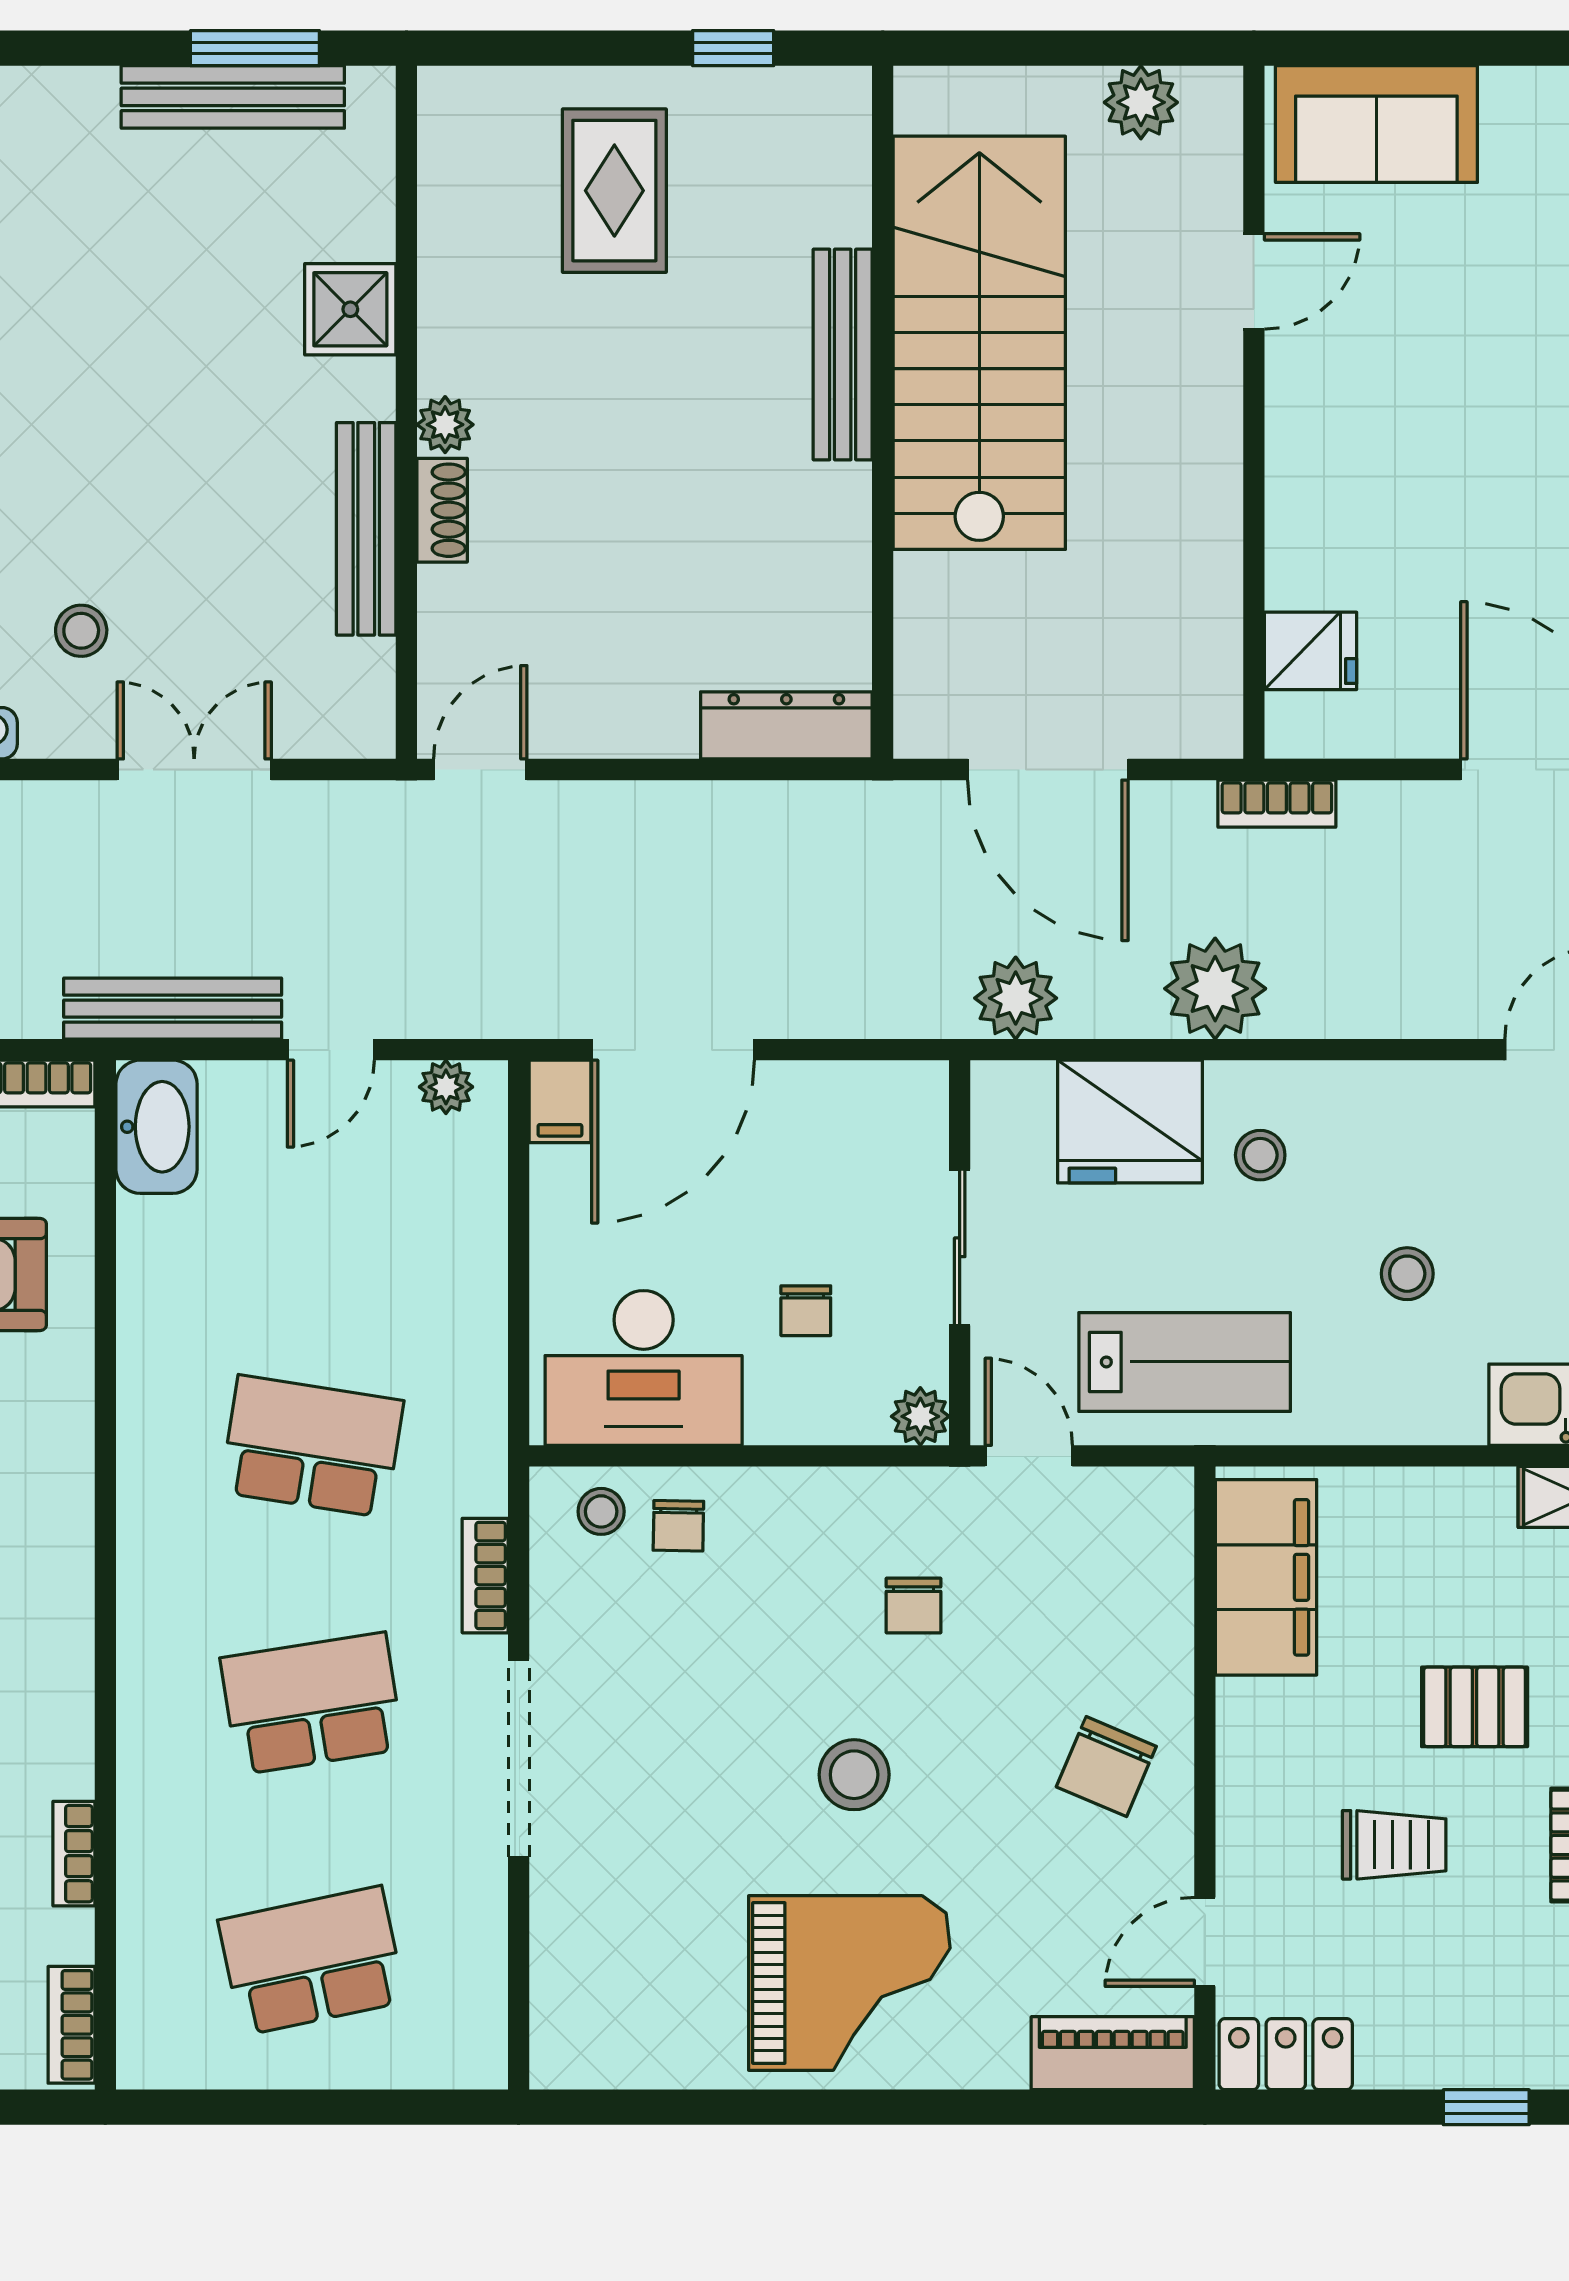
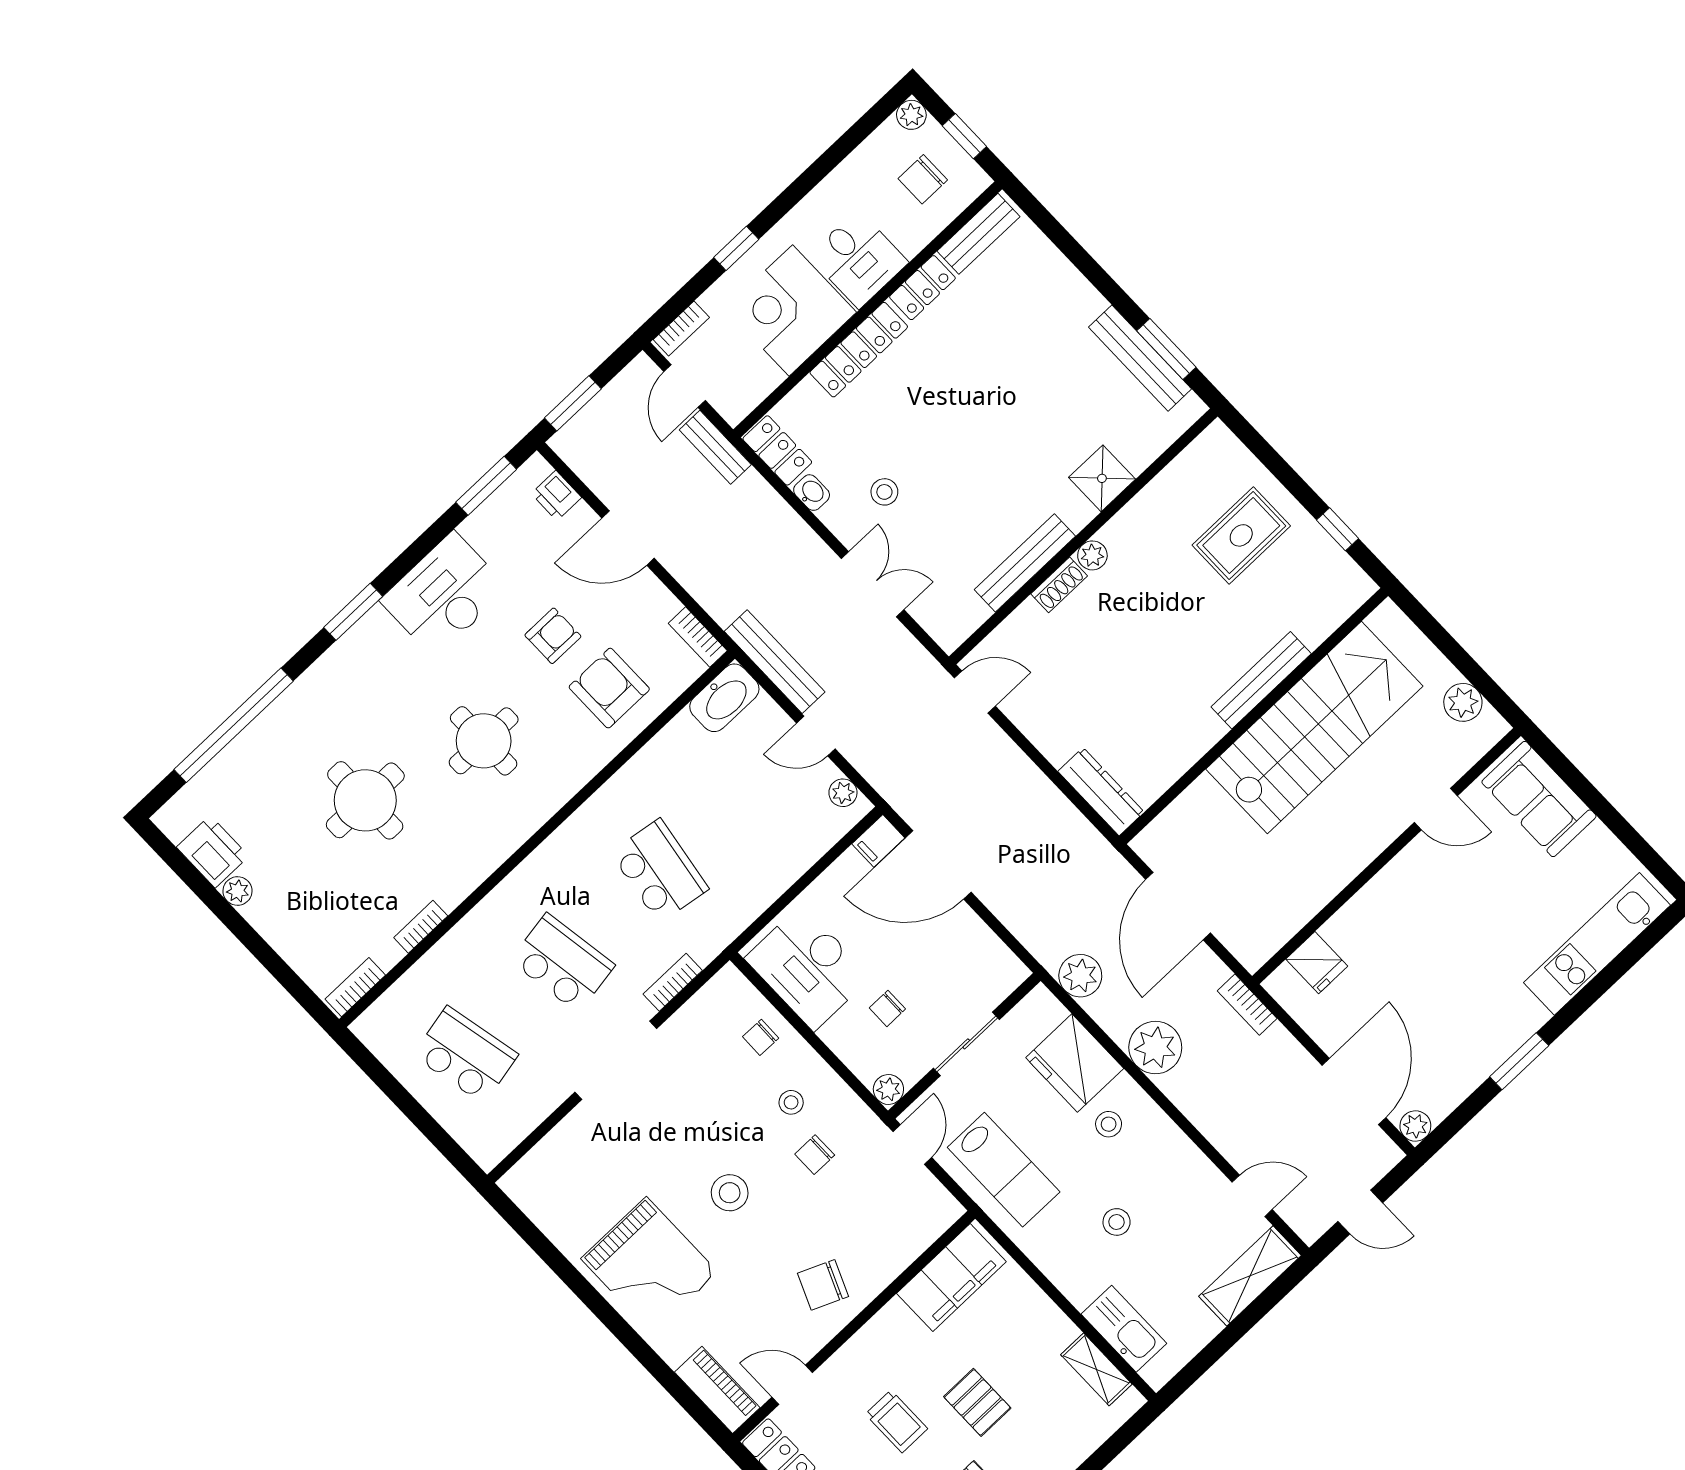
stool: (601, 1511) -> (791, 1102), moved

